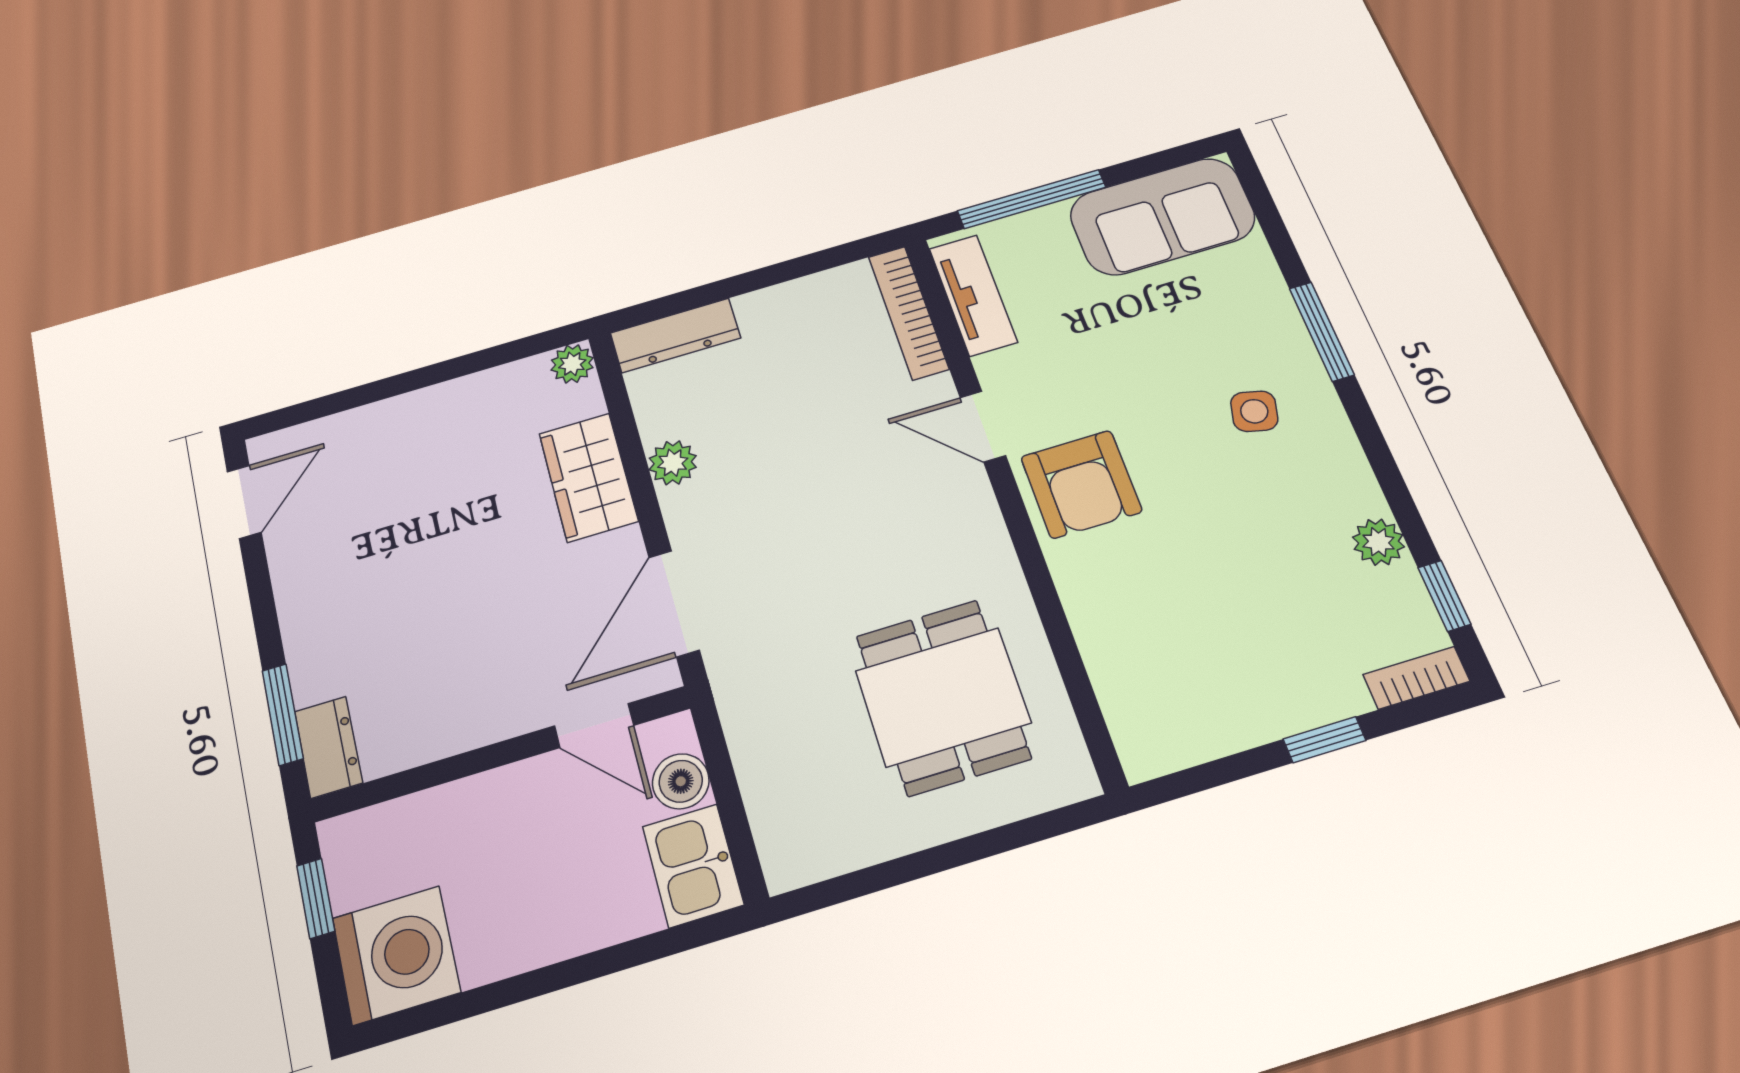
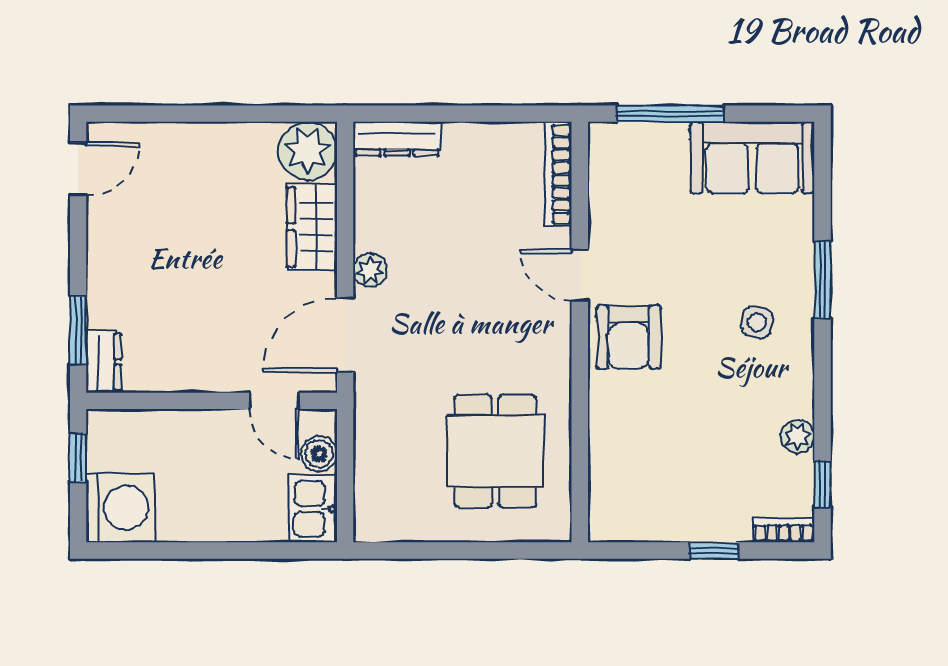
tv unit: (973, 295) -> (605, 175), removed
plant: (572, 364) -> (308, 151), width x1.87, depth x1.87
plant: (673, 463) -> (370, 270), moved

